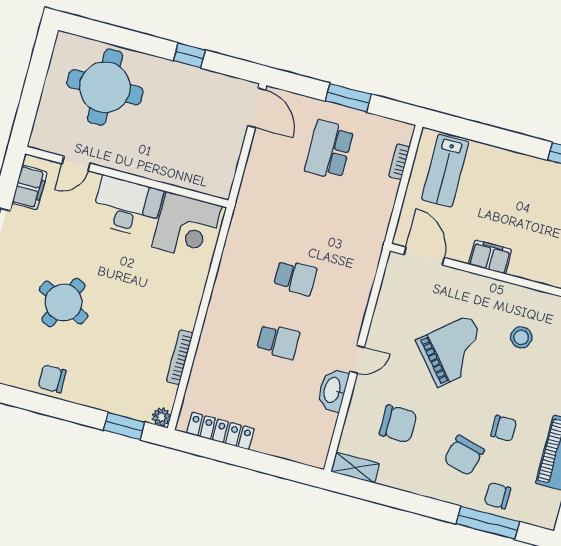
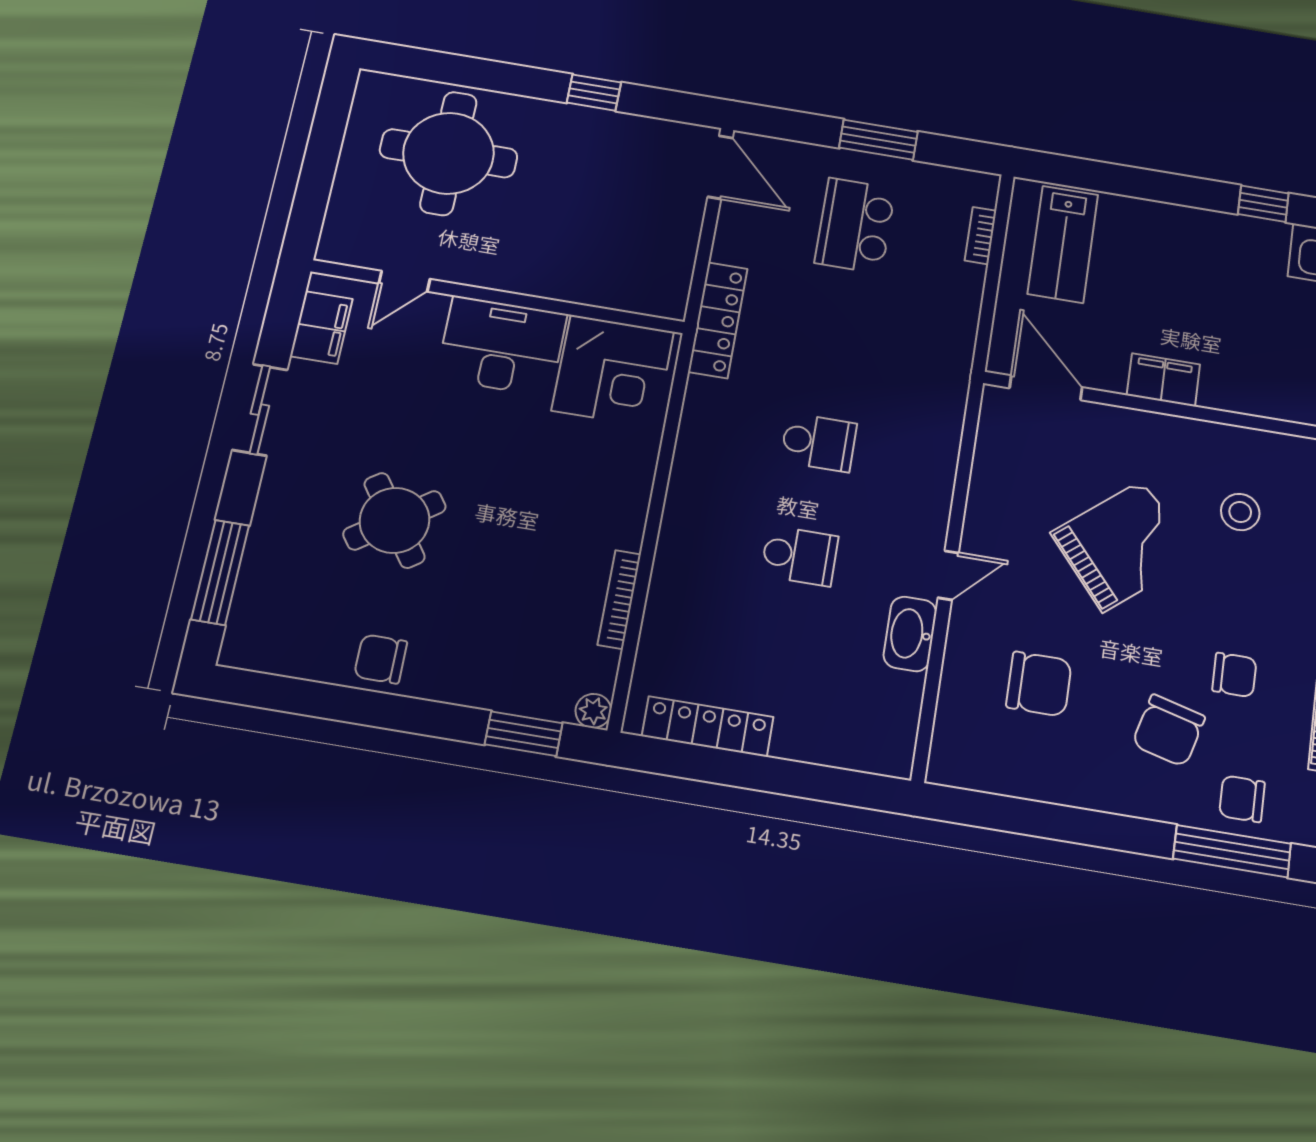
locker: (247, 201) -> (718, 320), added
round table: (63, 302) -> (394, 520), turned 30
shelving: (355, 468) -> (969, 771), removed

